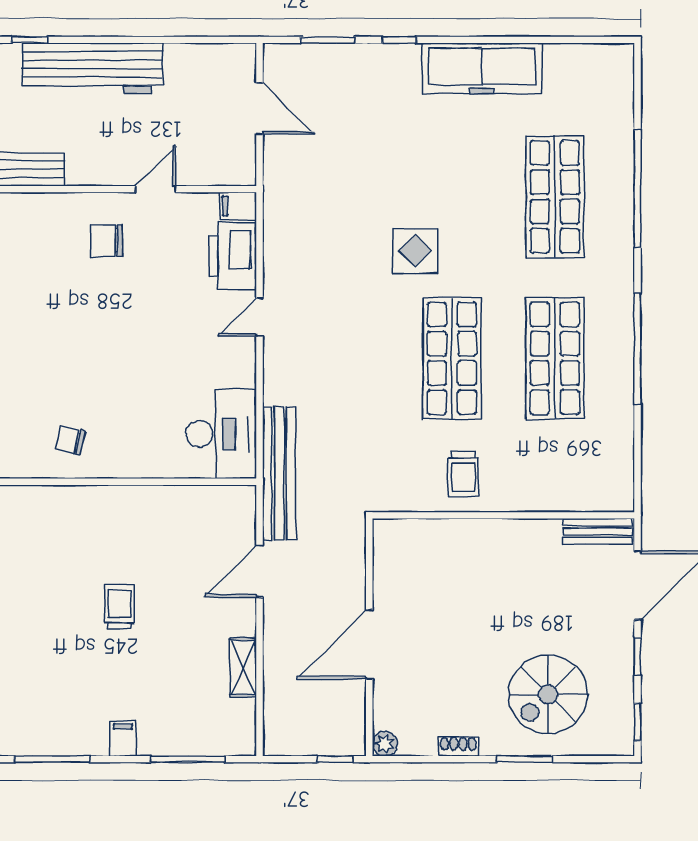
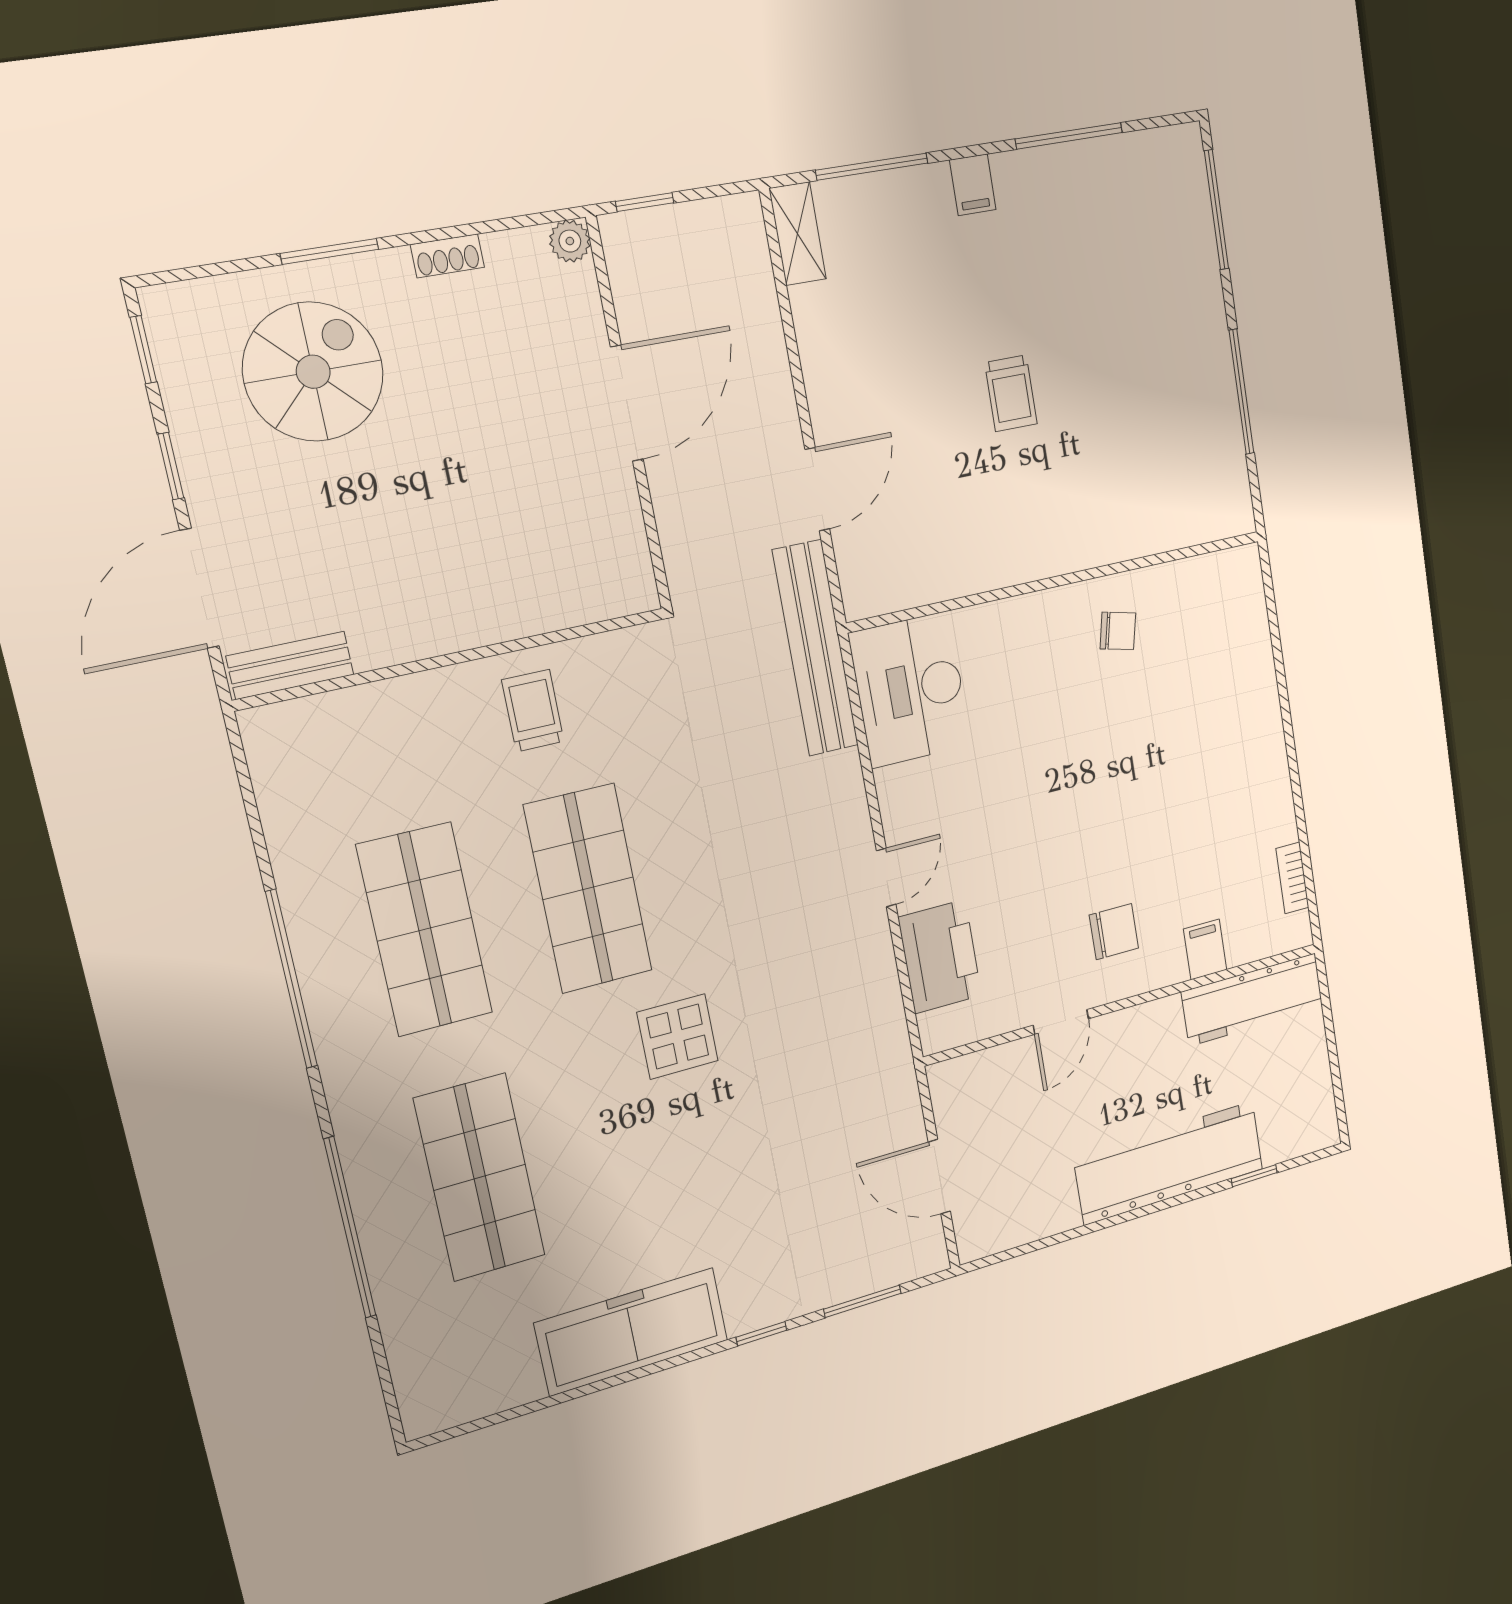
filing cabinet: (238, 206) -> (1205, 949), moved, turned -90
shelving: (243, 668) -> (798, 234), moved

